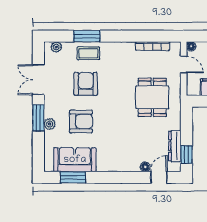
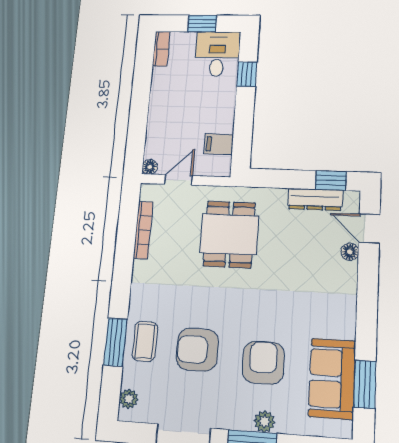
dining table: (152, 97) -> (229, 234), turned 90

